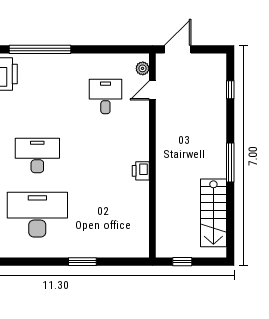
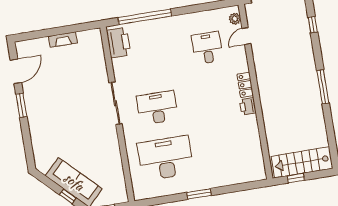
locker: (142, 146) -> (245, 85), added
stairs: (213, 213) -> (302, 162), moved, turned 90
window: (82, 262) -> (199, 194), moved

